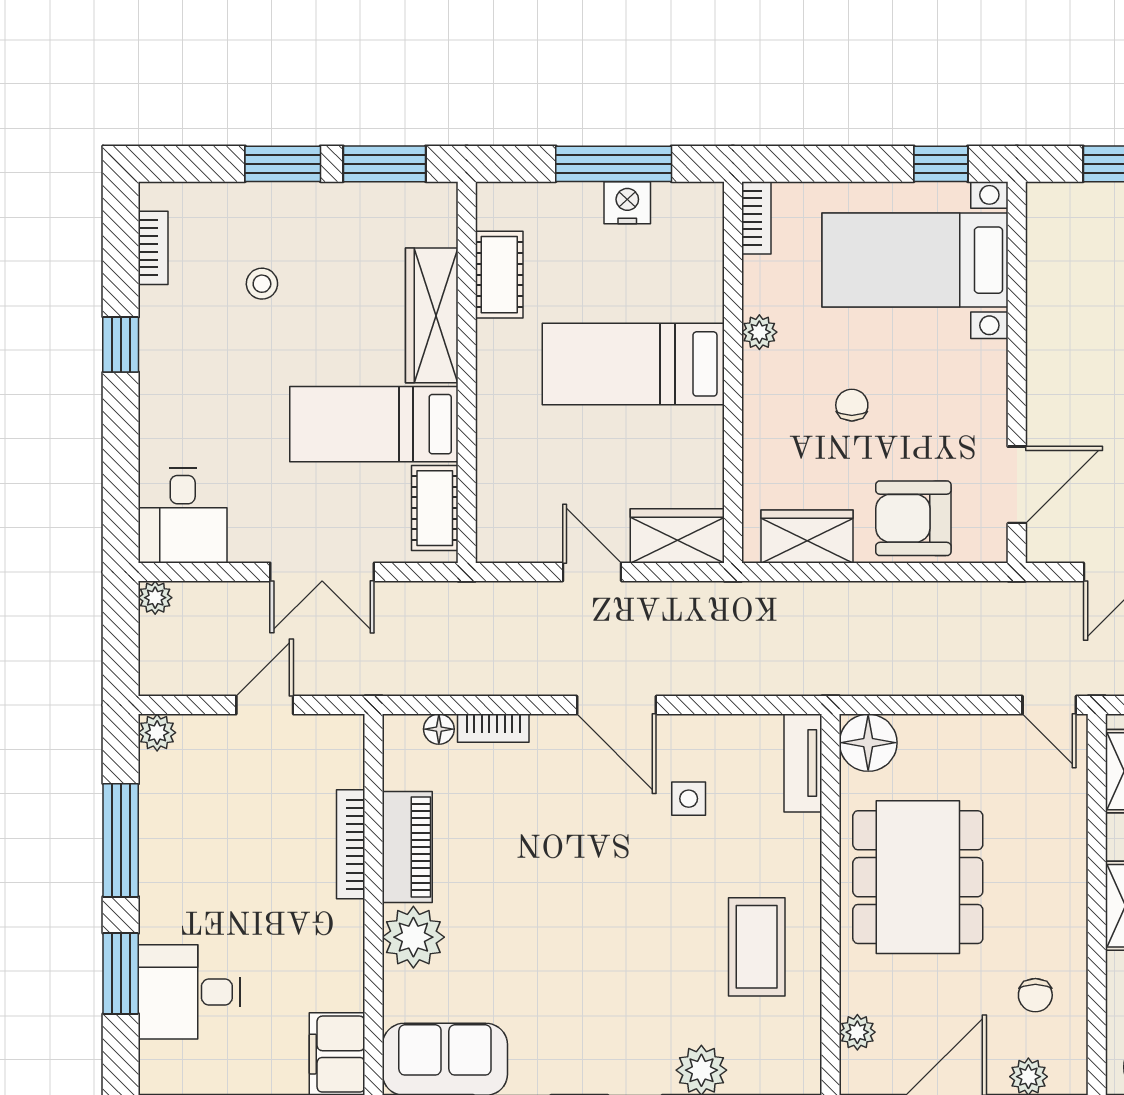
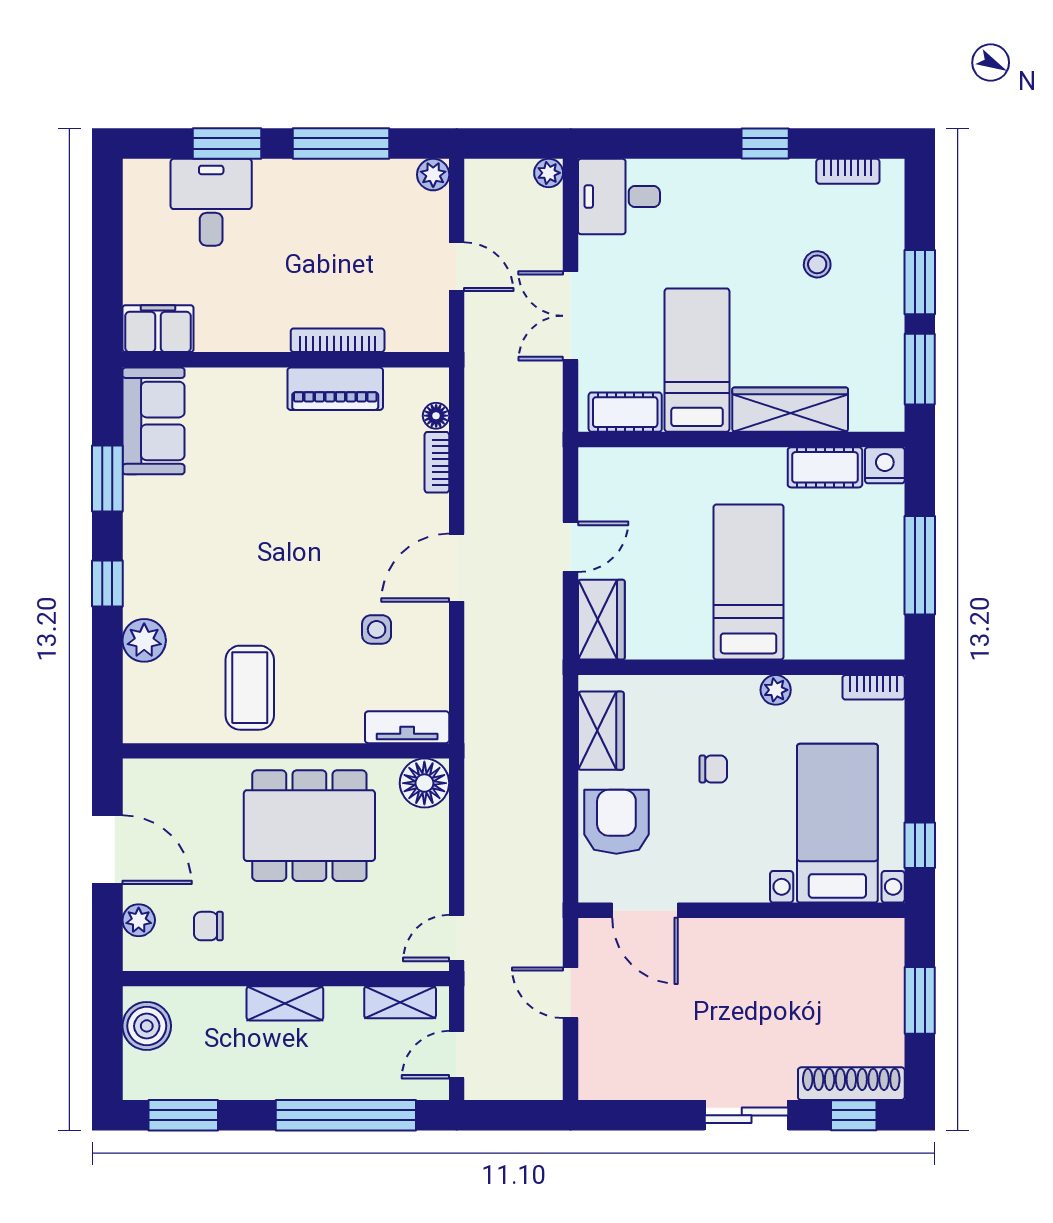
nightstand: (627, 203) -> (885, 465), moved, turned -90
plant: (413, 937) -> (258, 394), removed
coffee table: (757, 947) -> (250, 688), turned 90
plant: (857, 1032) -> (177, 774), removed

